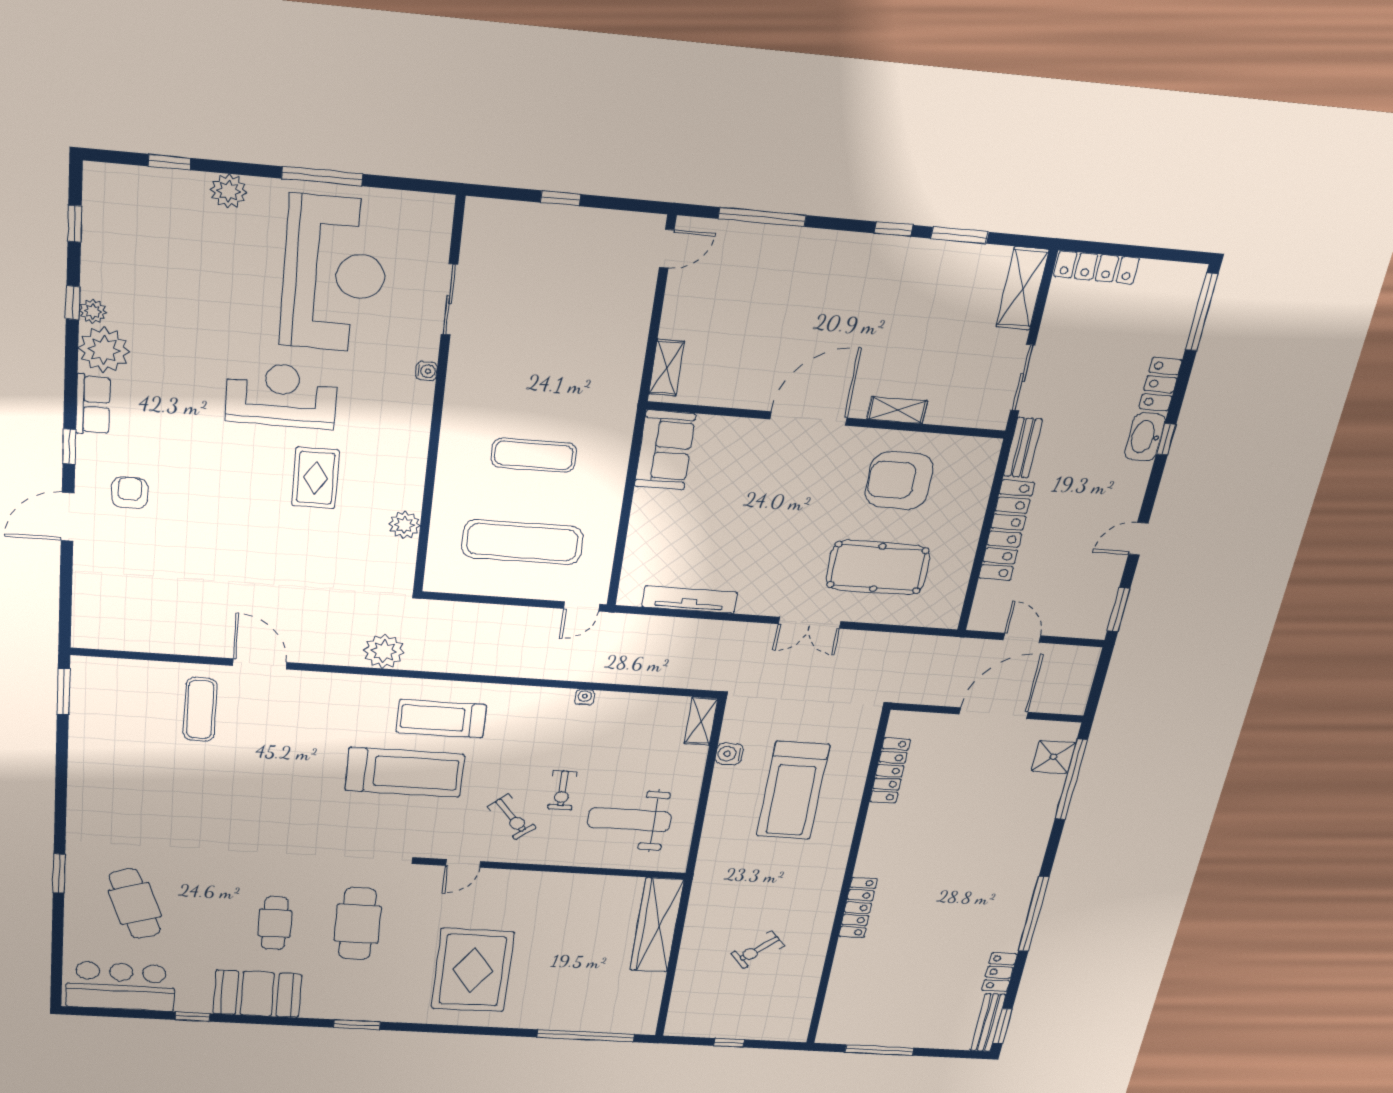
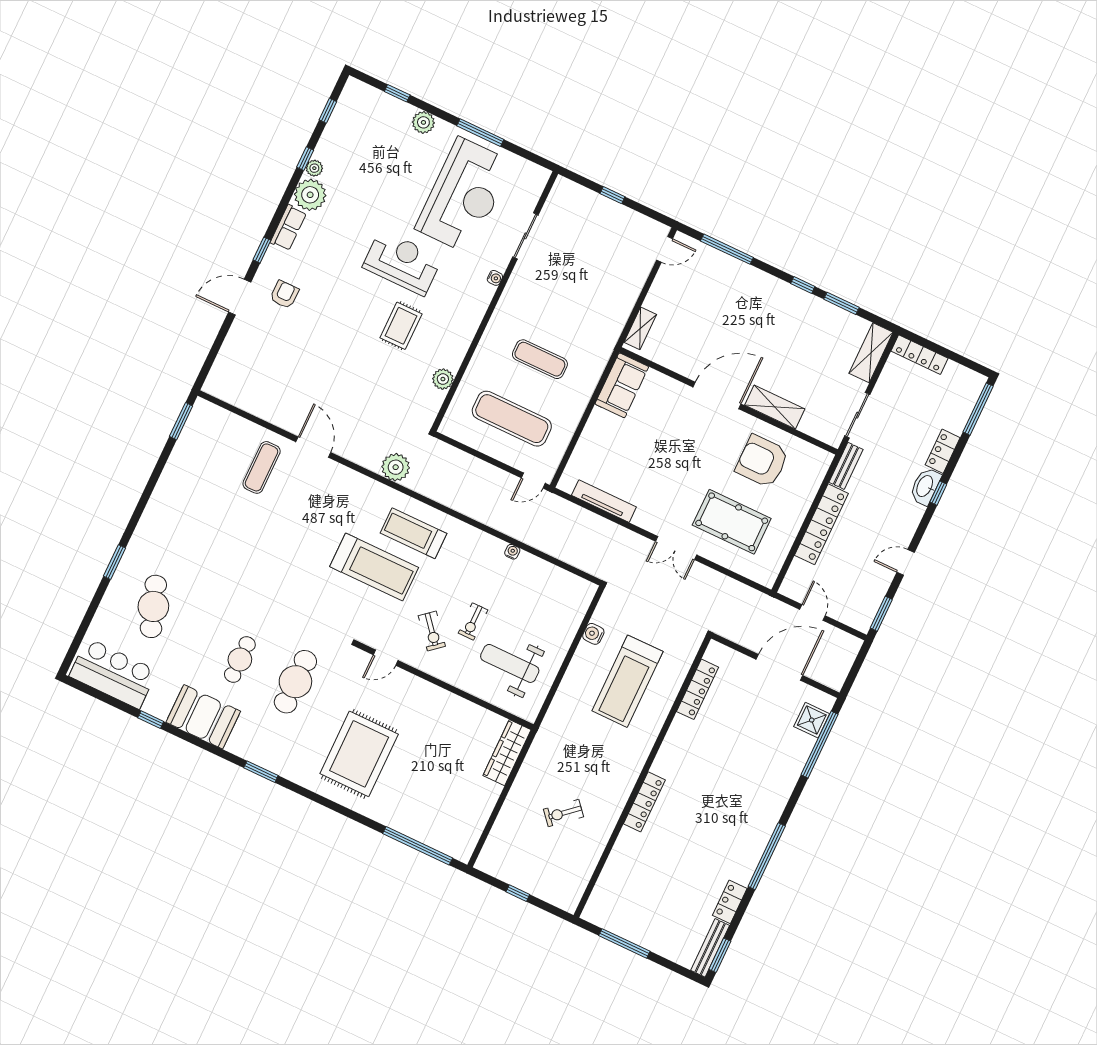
shelving: (897, 410) -> (775, 407), width x1.50, depth x1.33
shelving: (701, 721) -> (583, 600), removed
wardrobe: (657, 925) -> (507, 753), width x0.71, depth x0.85

